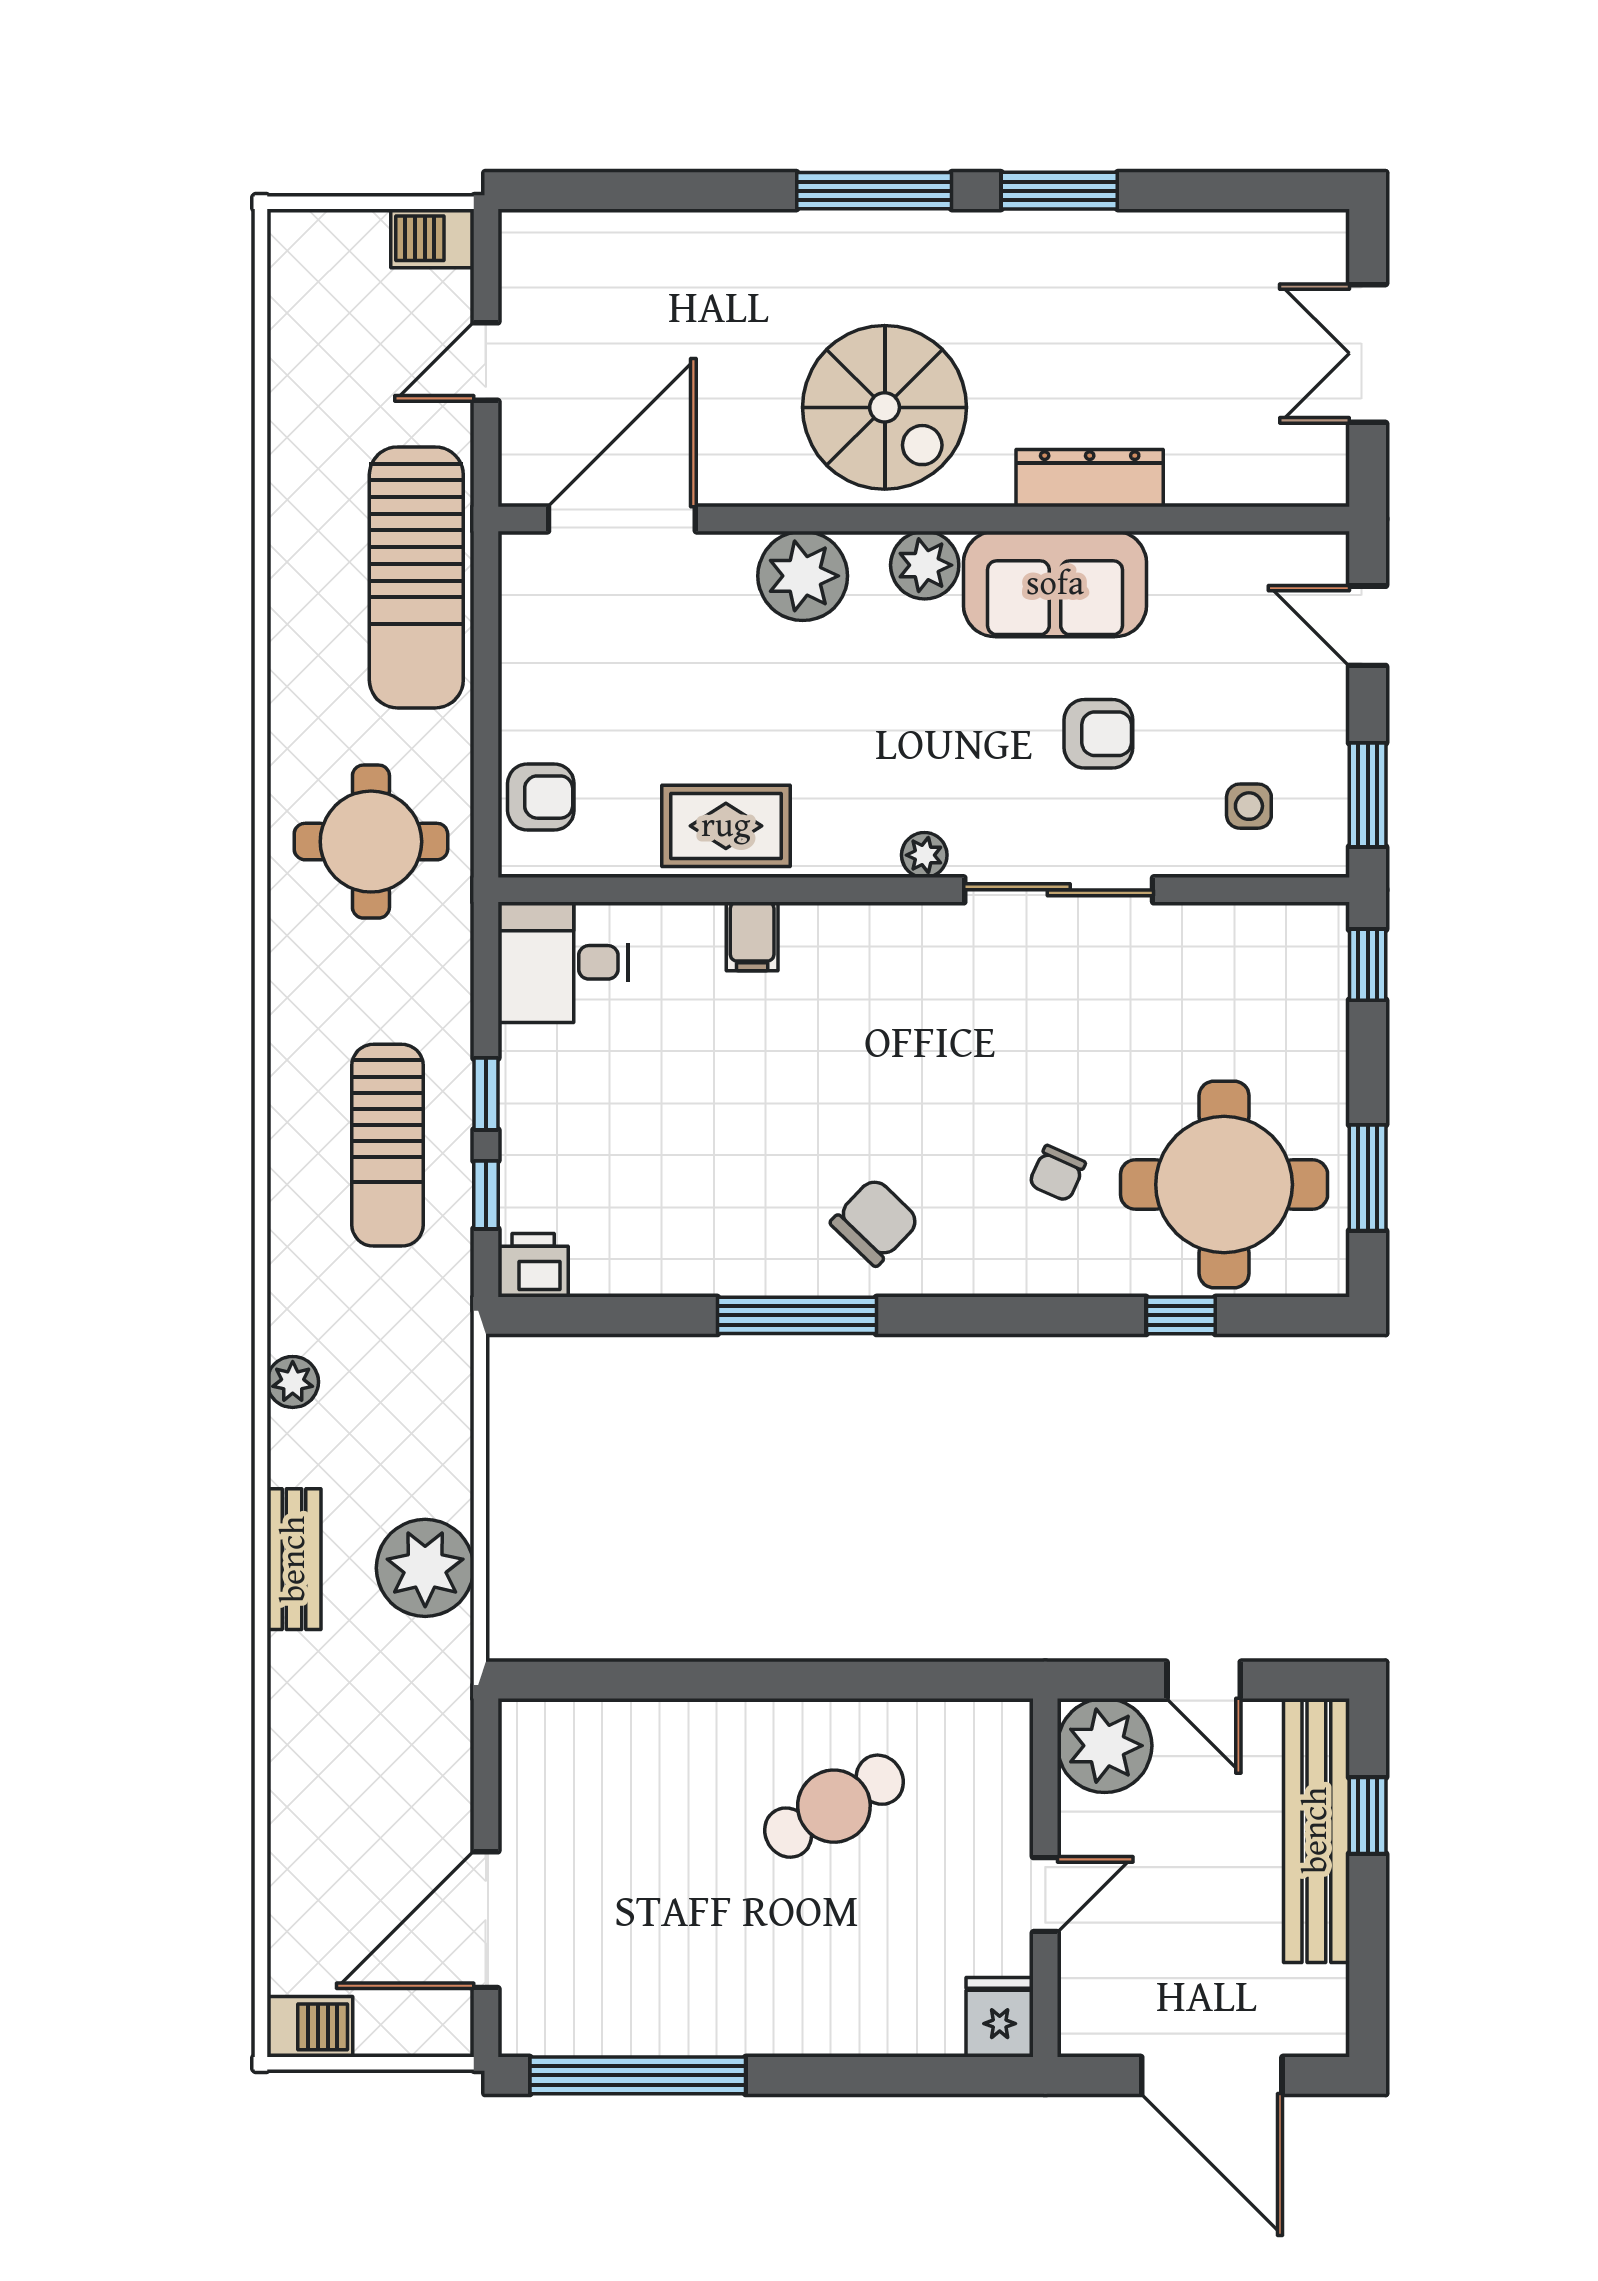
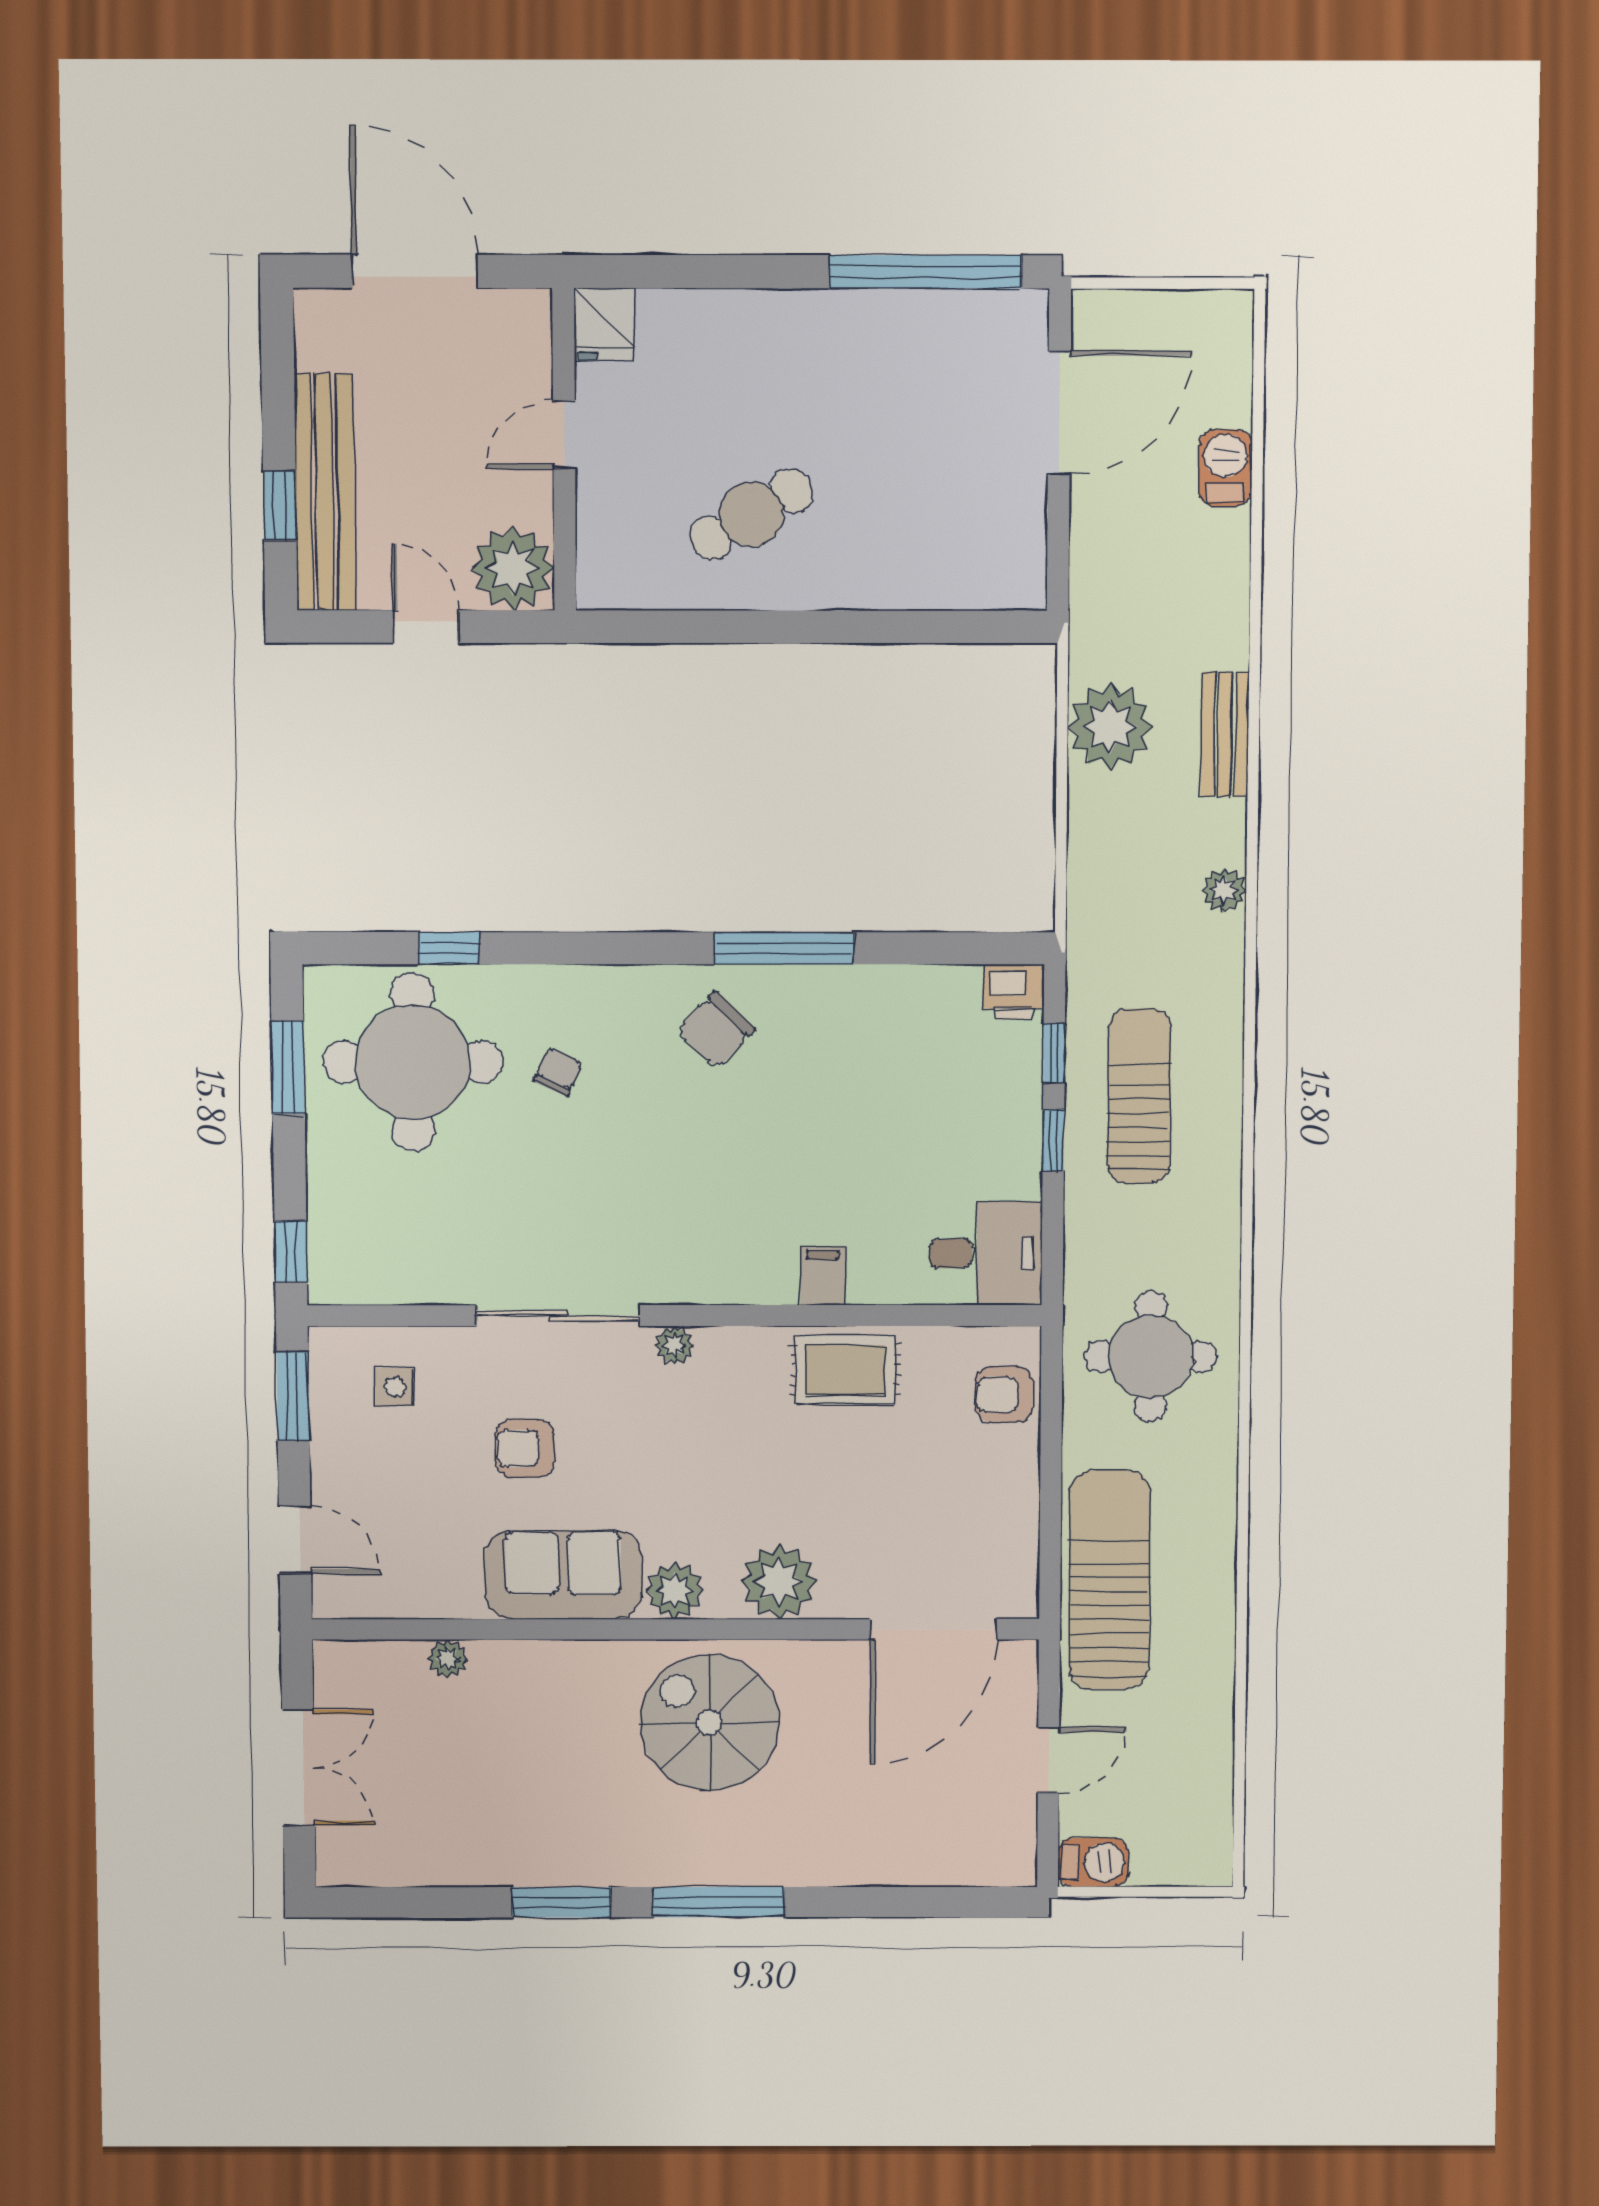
dresser: (1090, 478) -> (534, 1664), removed
plant: (1191, 484) -> (448, 1659), added
barbecue: (310, 2027) -> (1225, 468), moved, turned 90

